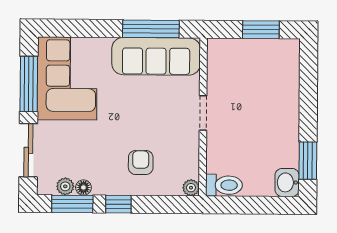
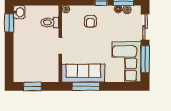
toilet: (224, 185) -> (50, 23), moved

